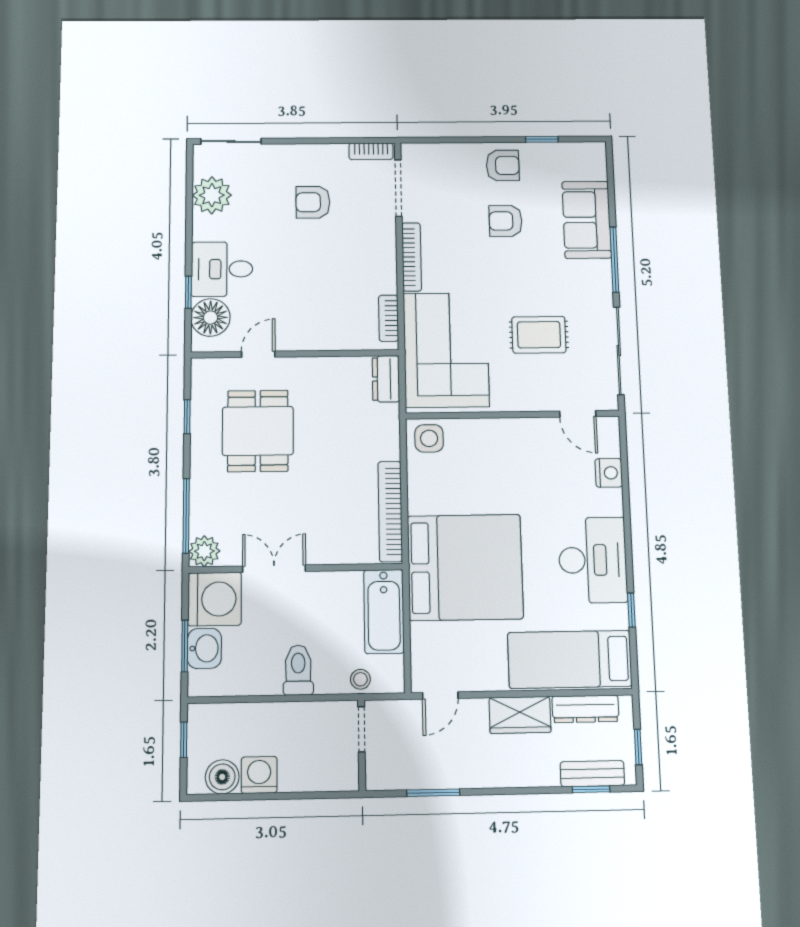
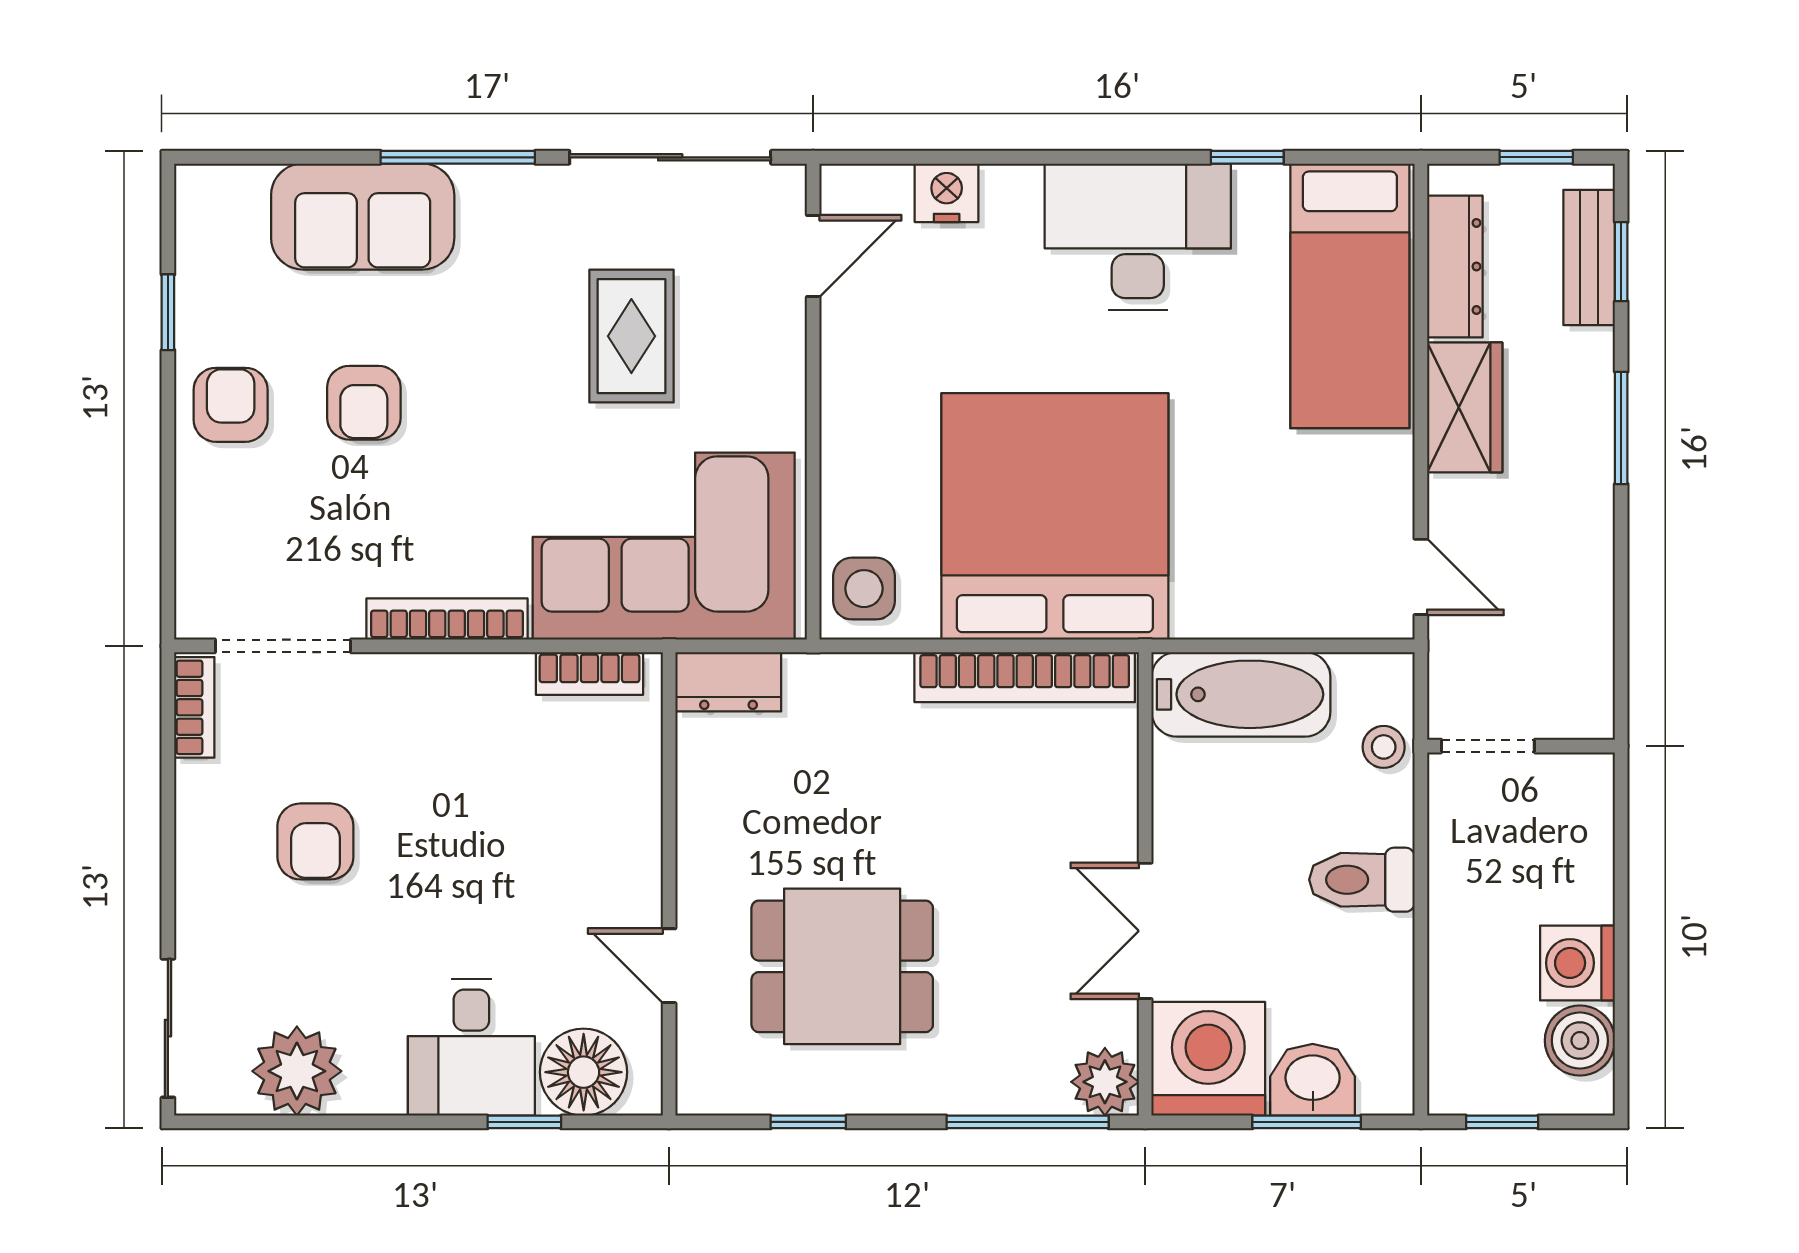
bed: (465, 567) -> (1055, 516), moved
window: (433, 793) -> (1621, 428), moved

